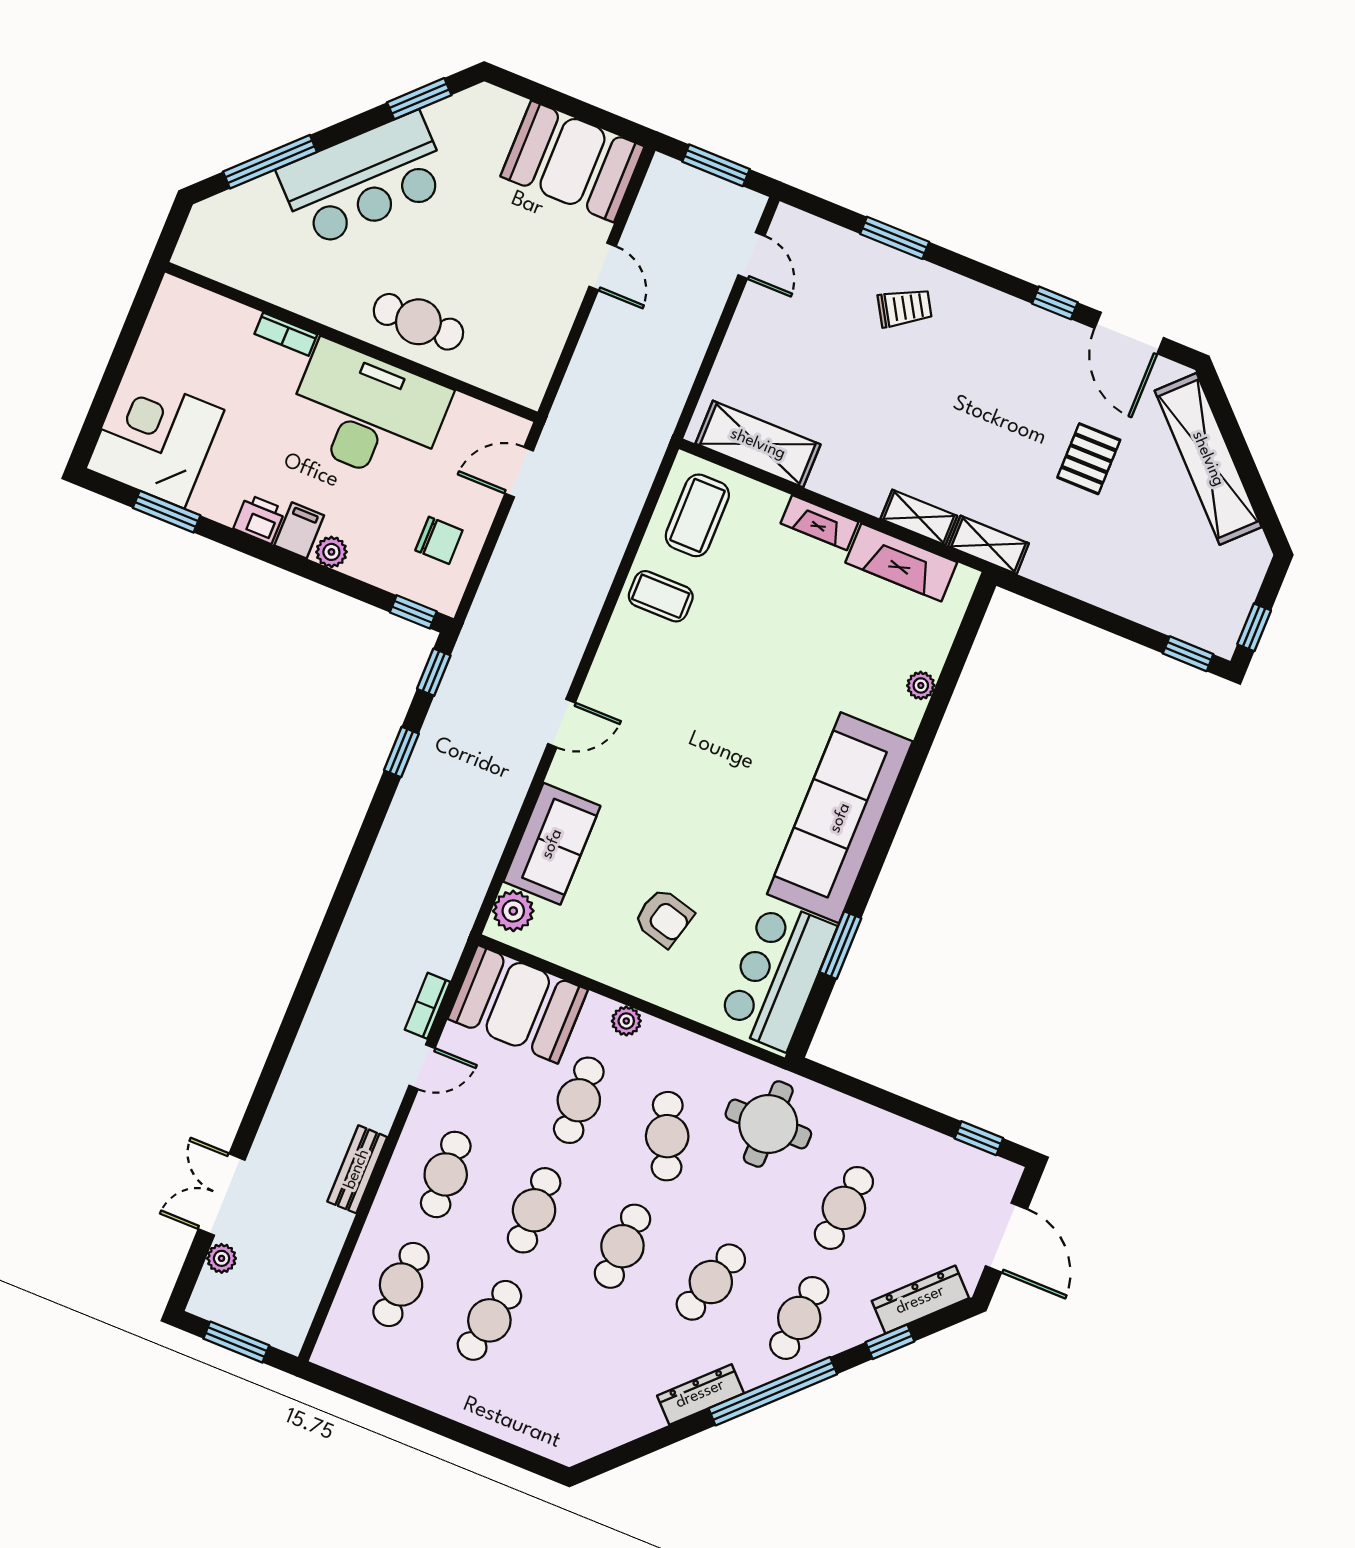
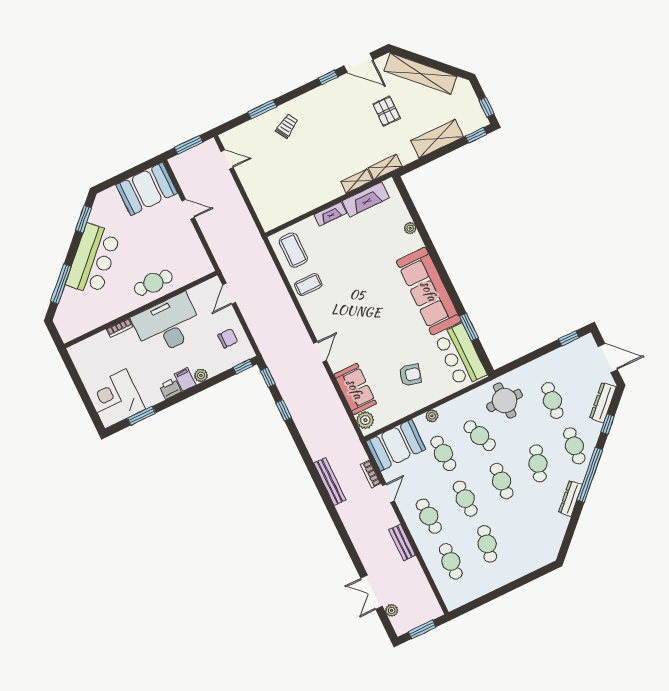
shelving: (758, 444) -> (437, 139), moved
bench: (350, 946) -> (330, 481), added

